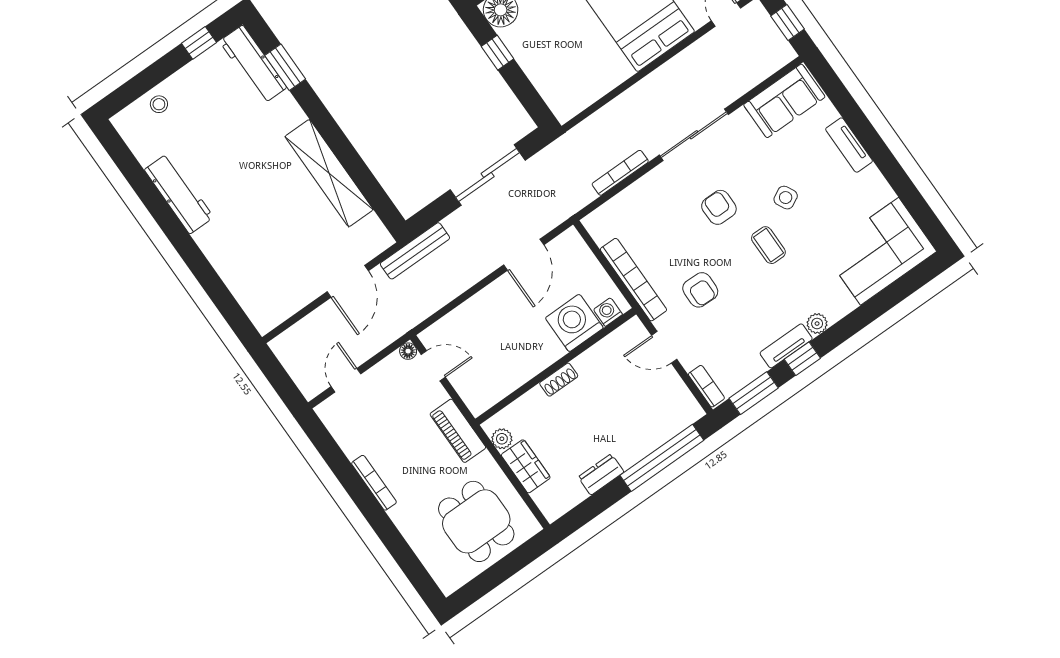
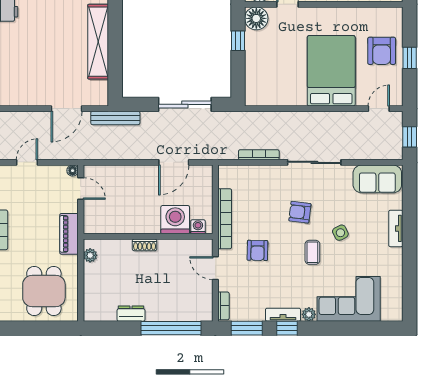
armchair: (719, 207) -> (300, 212), turned -83
corner sofa: (880, 251) -> (349, 299), moved
wardrobe: (526, 466) -> (93, 280), removed

